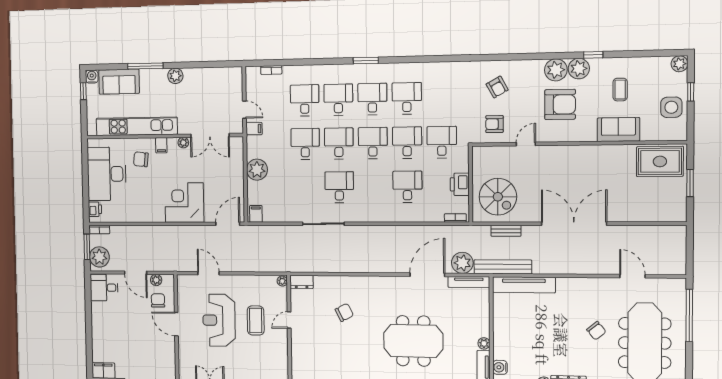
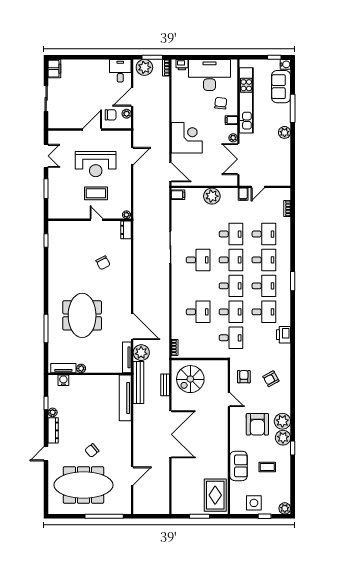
printer: (460, 184) -> (284, 335), moved, turned -90
reception desk: (219, 320) -> (96, 164), turned 180

